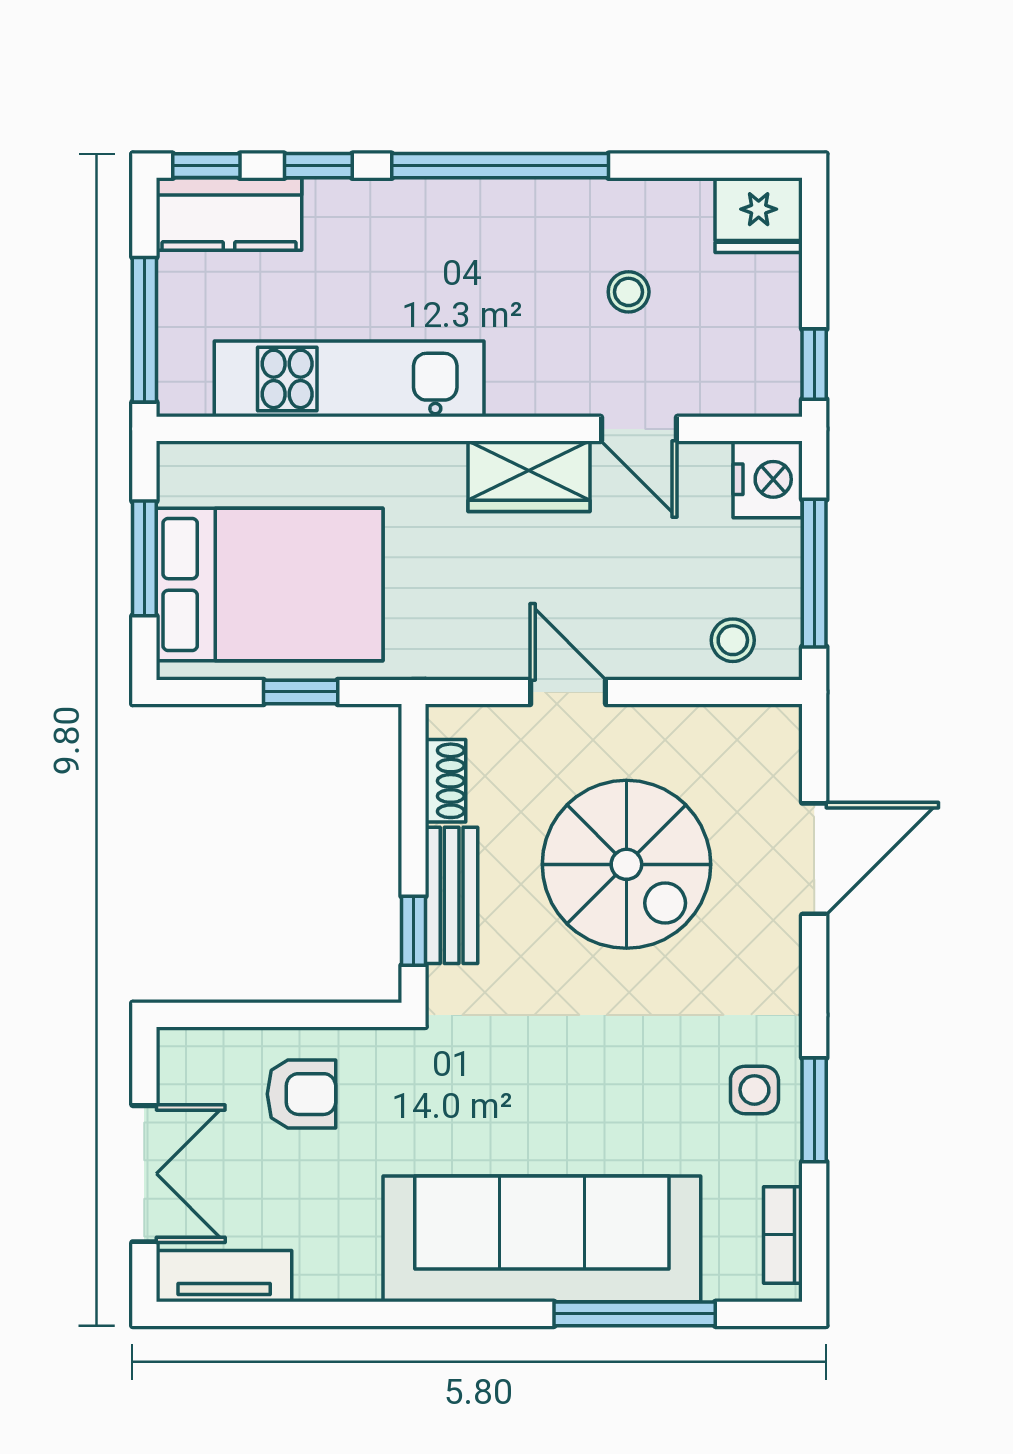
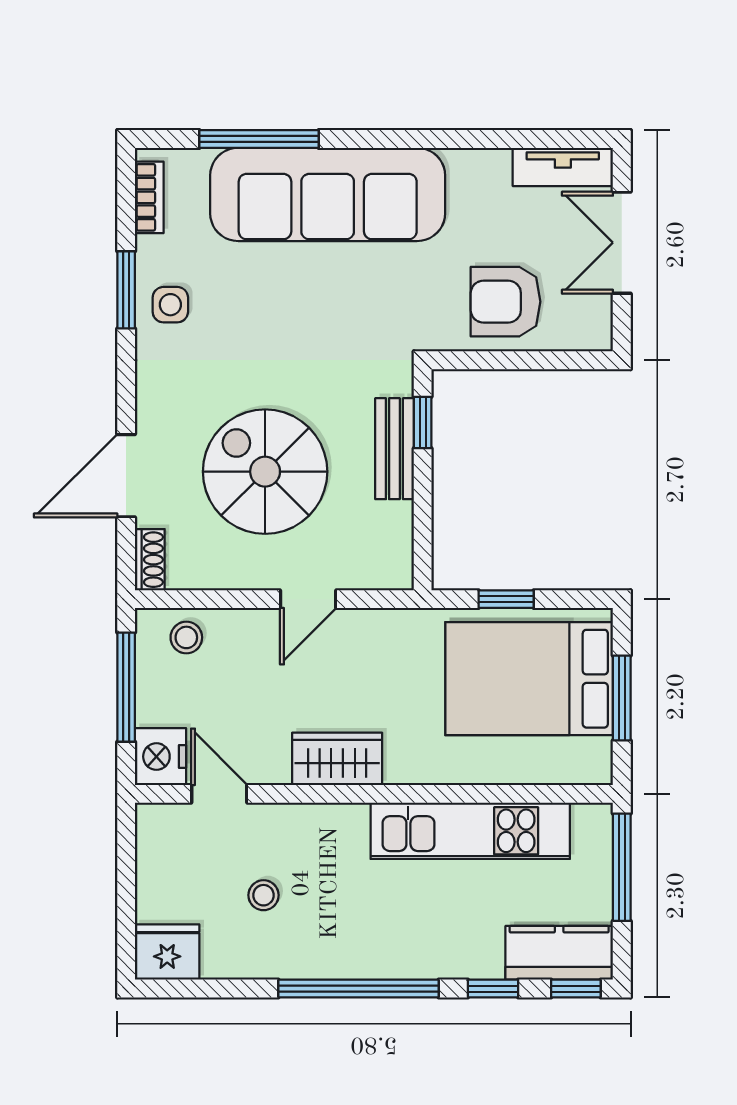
window: (814, 364) -> (126, 842), removed
door: (639, 429) -> (219, 794), moved
door: (568, 692) -> (308, 599), hinge flipped
shoe rack: (446, 781) -> (150, 560), moved, turned 180
armchair: (301, 1094) -> (506, 302), width x1.38, depth x1.38

